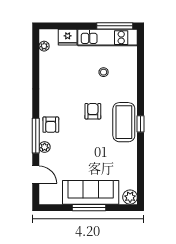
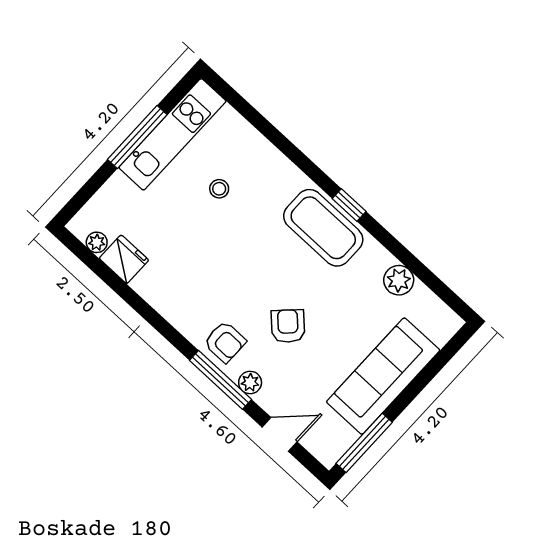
window: (115, 26) -> (137, 137), moved
fridge: (68, 37) -> (124, 259), moved, turned -90
armchair: (93, 111) -> (288, 326), moved, turned 45
plant: (130, 197) -> (399, 280), moved
window: (89, 208) -> (364, 443), moved

